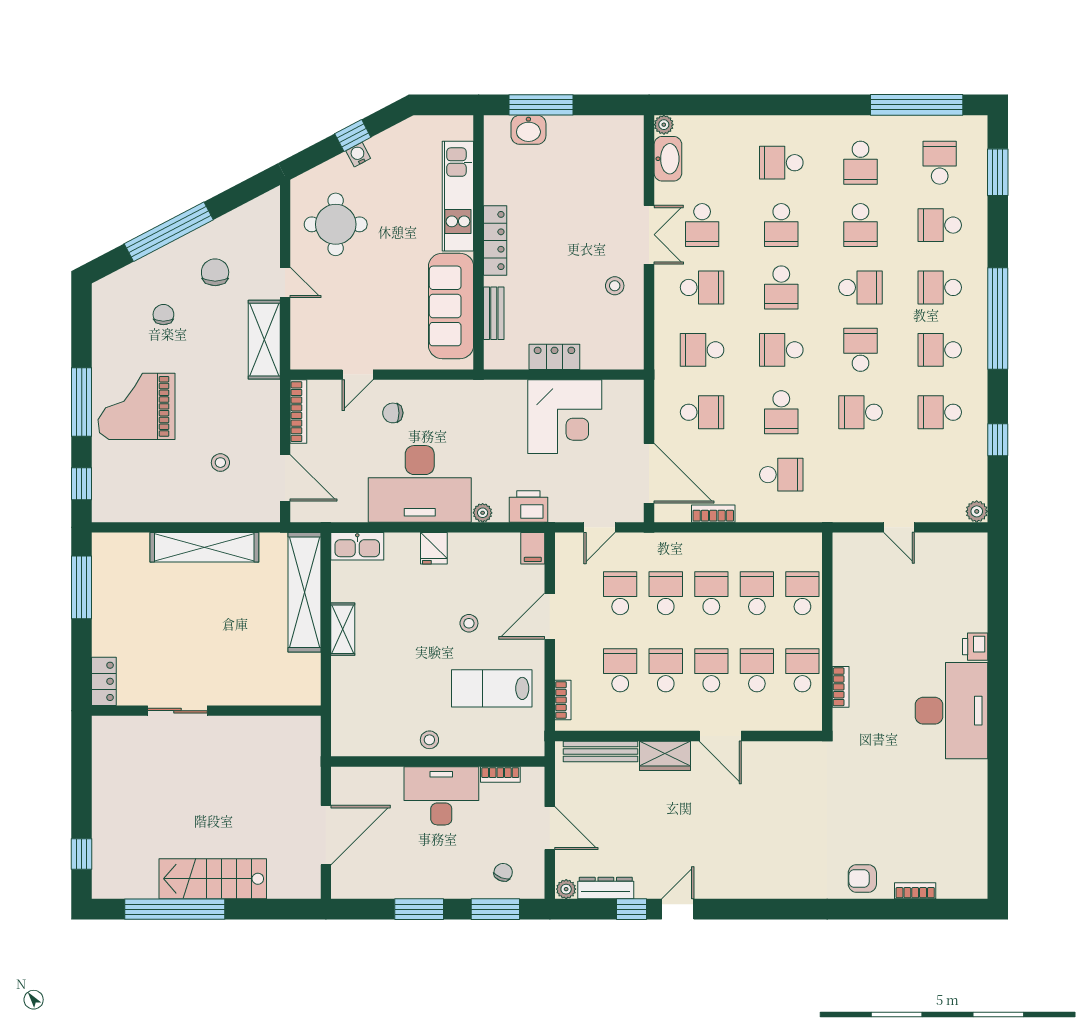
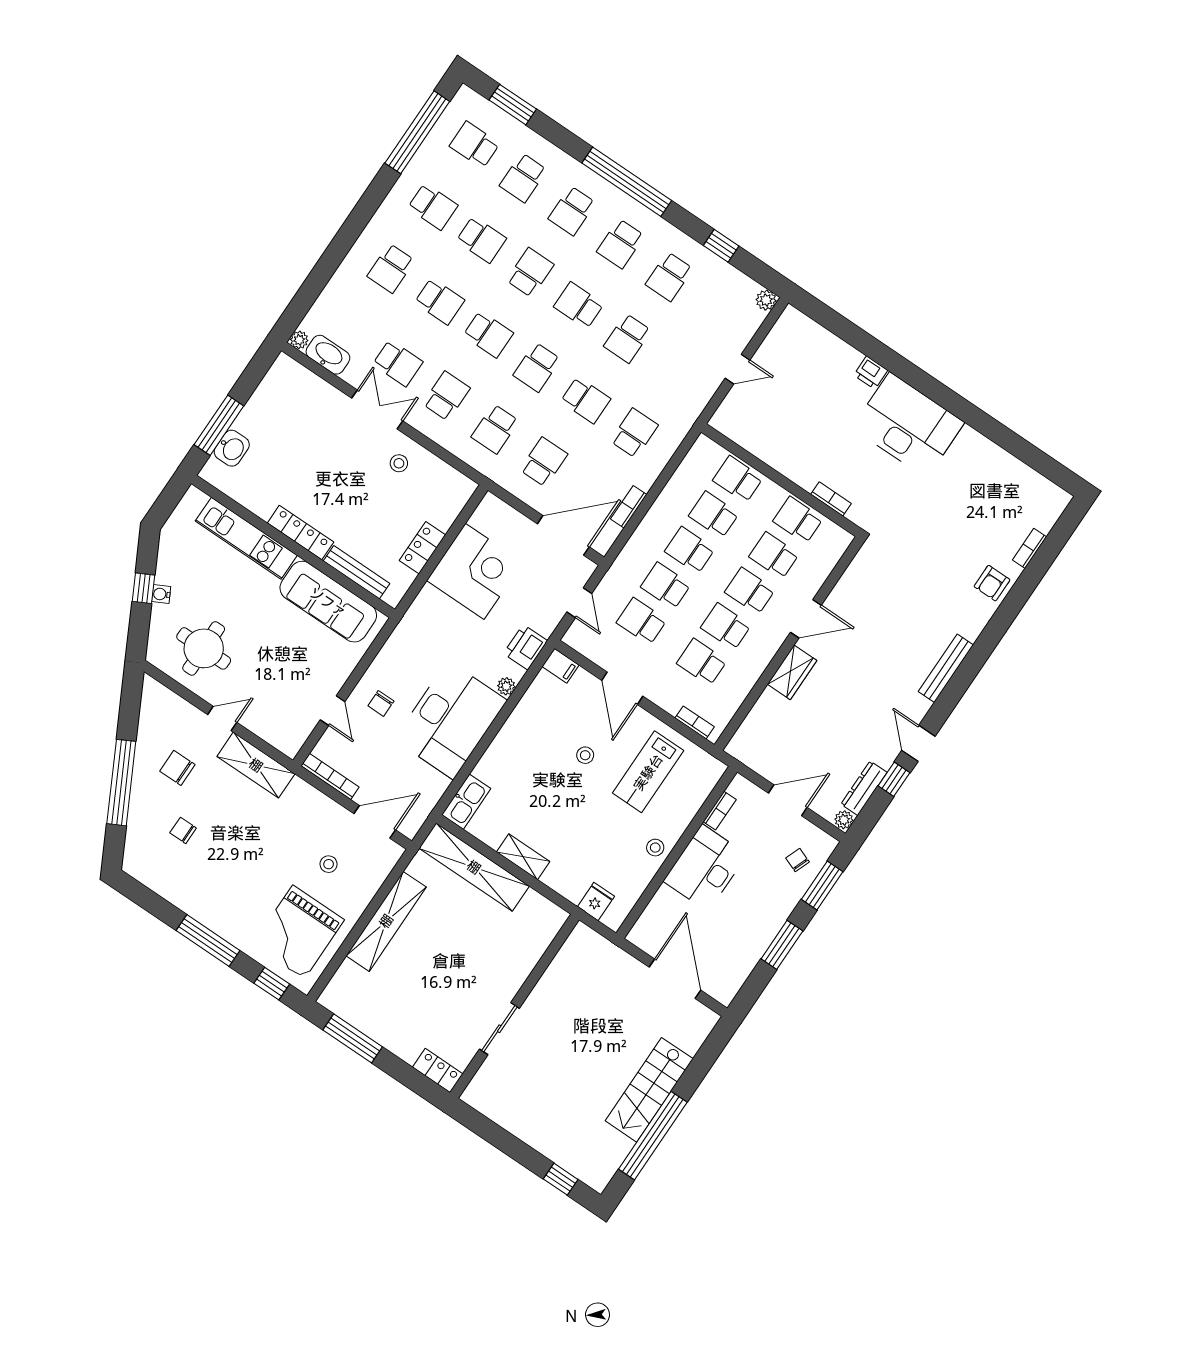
bench: (494, 313) -> (357, 572), width x1.36
grand piano: (136, 406) -> (299, 932), moved
fridge: (434, 548) -> (596, 901), moved, turned -90
bench: (601, 752) -> (946, 668), moved

